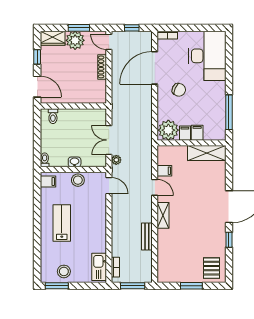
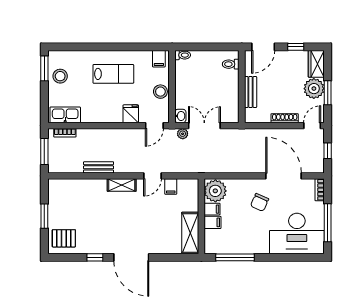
window: (197, 28) -> (328, 223), added
bench: (78, 98) -> (251, 92), added
washbasin: (75, 162) -> (180, 116), moved
fridge: (98, 207) -> (131, 114), added

